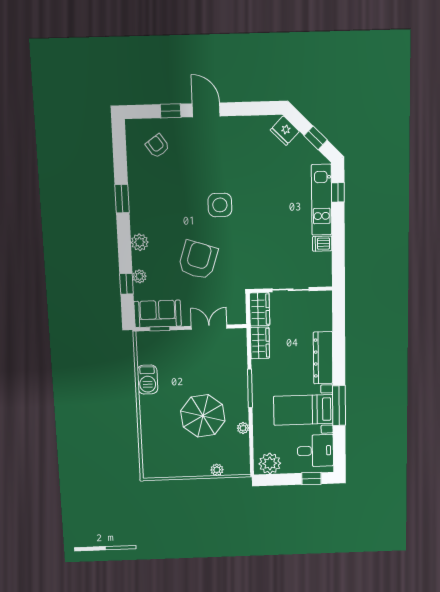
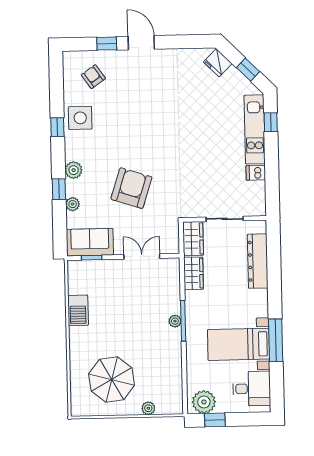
window: (122, 199) -> (57, 127), width x0.67
side table: (220, 205) -> (80, 118), moved
window: (126, 284) -> (59, 189), moved
dresser: (323, 358) -> (258, 261), moved
parasol: (203, 416) -> (112, 379), moved
plant: (243, 428) -> (175, 321), moved
window: (311, 478) -> (215, 420), moved

